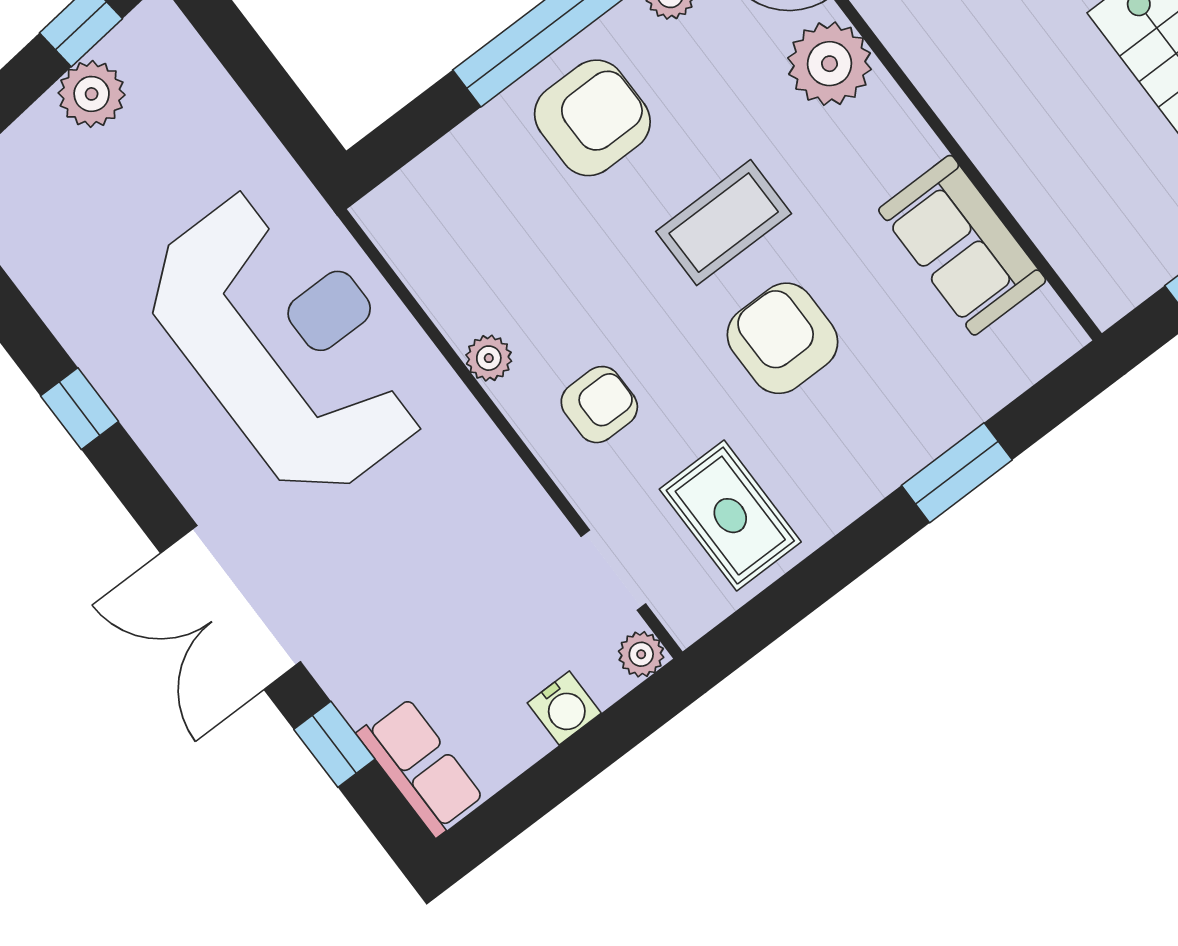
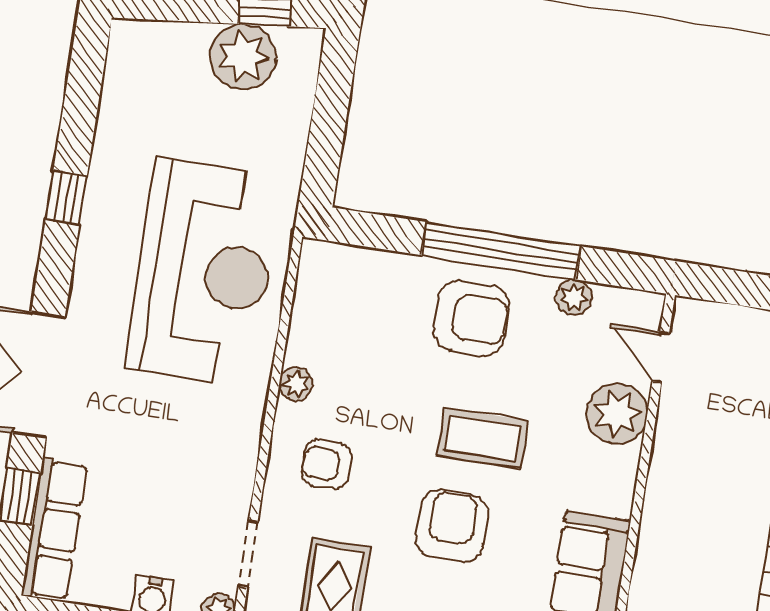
plant: (92, 94) -> (243, 57), width x1.36, depth x1.36
armchair: (599, 405) -> (327, 464), turned 180
row of seats: (421, 767) -> (54, 530), width x1.48

